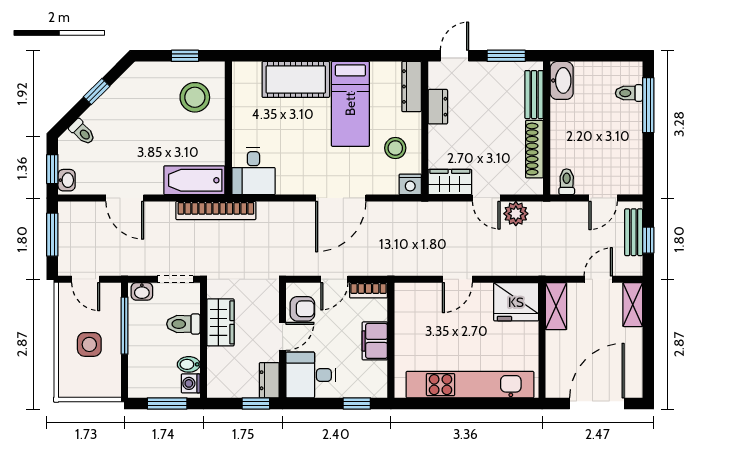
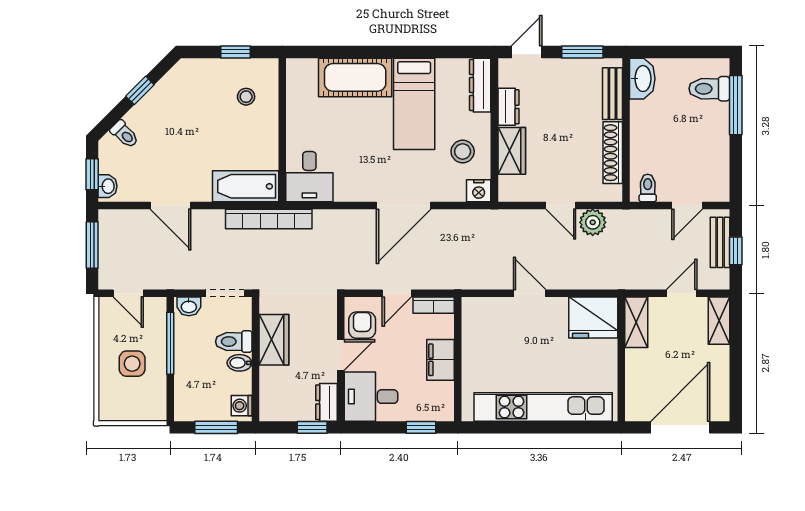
toilet: (629, 93) -> (709, 89), width x1.37, depth x1.39
stool: (195, 97) -> (246, 97), width x0.53, depth x0.53
wardrobe: (450, 182) -> (512, 151), moved, turned 90
door: (457, 279) -> (530, 293), swing flipped
armchair: (302, 309) -> (362, 325), turned -90
bidet: (189, 364) -> (240, 363), moved

